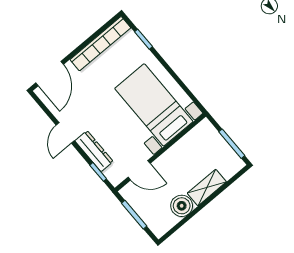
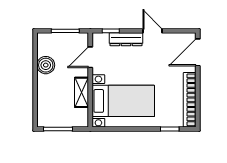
door: (50, 74) -> (198, 52), hinge flipped
shelving: (207, 188) -> (82, 92), moved

